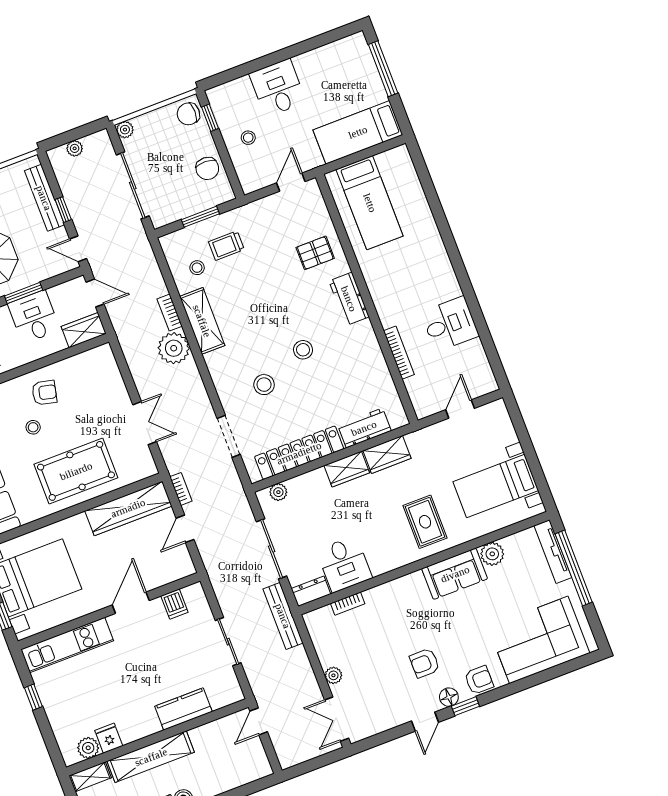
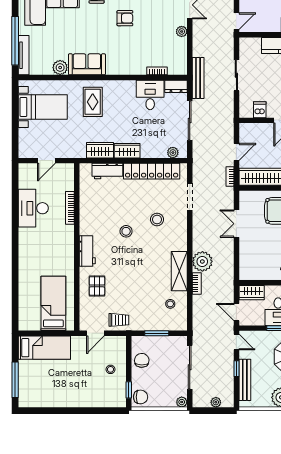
desk: (278, 88) -> (82, 392), removed
trolley: (226, 246) -> (119, 320), moved
pallet: (315, 253) -> (97, 286), turned 90
desk: (450, 324) -> (33, 208), width x1.37

